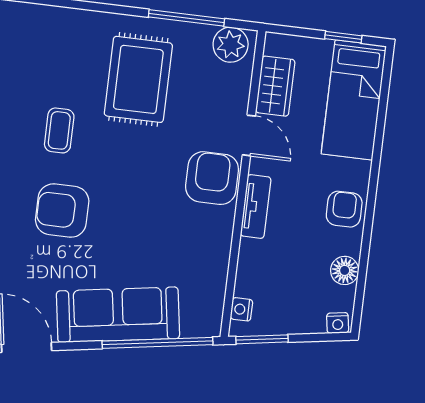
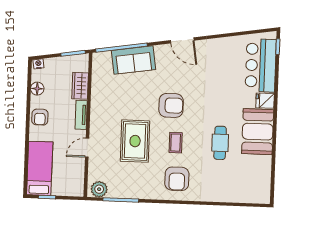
rug: (138, 79) -> (135, 141), moved
wardrobe: (275, 86) -> (80, 86), moved
door: (249, 135) -> (87, 148), hinge flipped
armchair: (212, 178) -> (177, 179), moved
nightstand: (241, 309) -> (84, 66), removed
sofa: (118, 315) -> (134, 60), width x0.73

